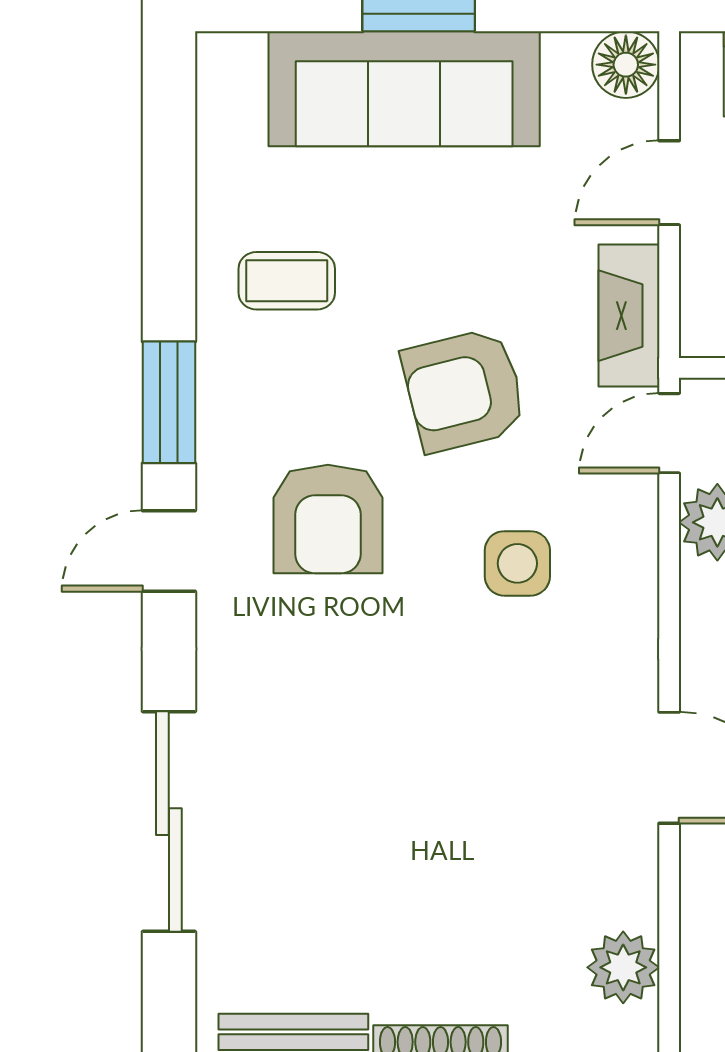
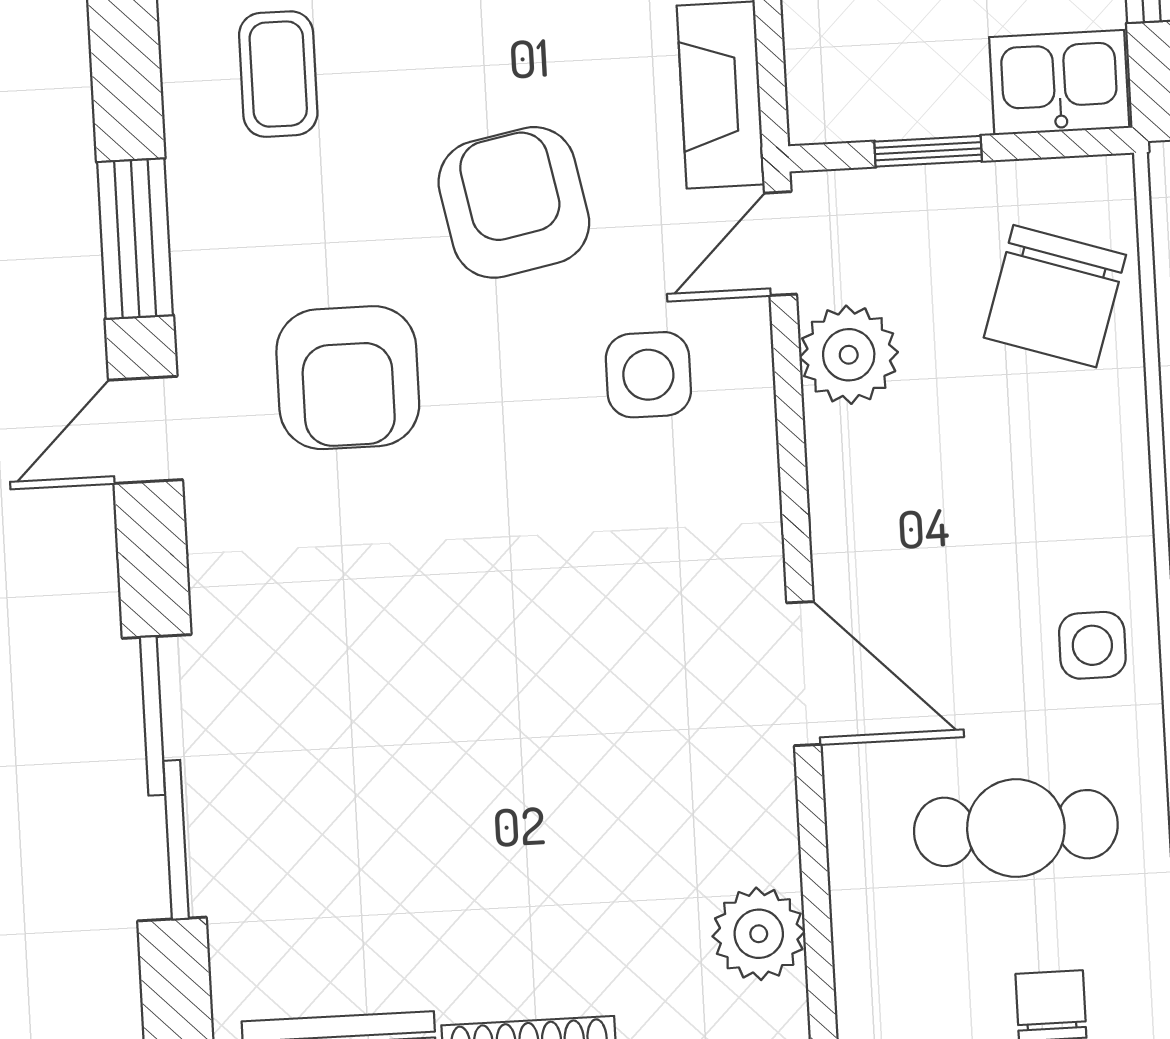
coffee table: (287, 281) -> (278, 74), turned 90
armchair: (464, 390) -> (514, 202), turned 93
side table: (517, 563) -> (648, 375), moved

